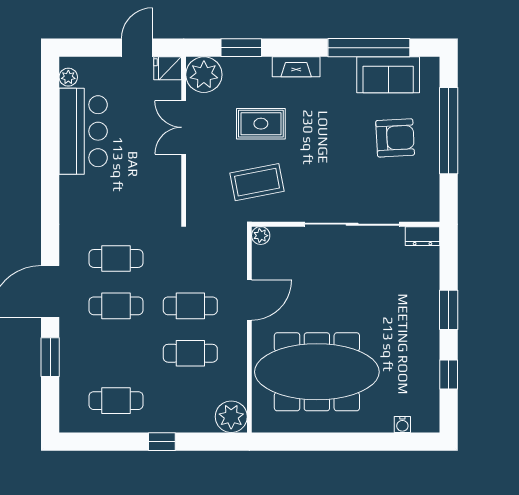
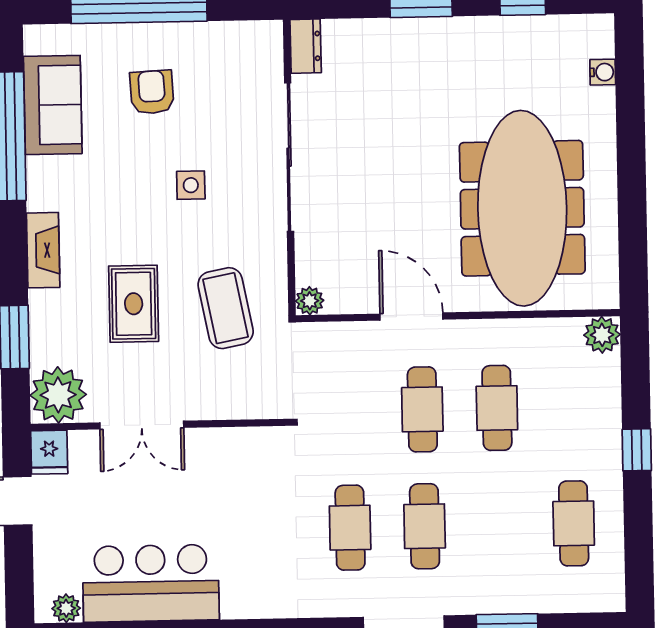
armchair: (395, 138) -> (152, 92), width x0.72, depth x0.72
side table: (336, 161) -> (191, 185), added
plant: (231, 417) -> (602, 335), width x0.73, depth x0.73

